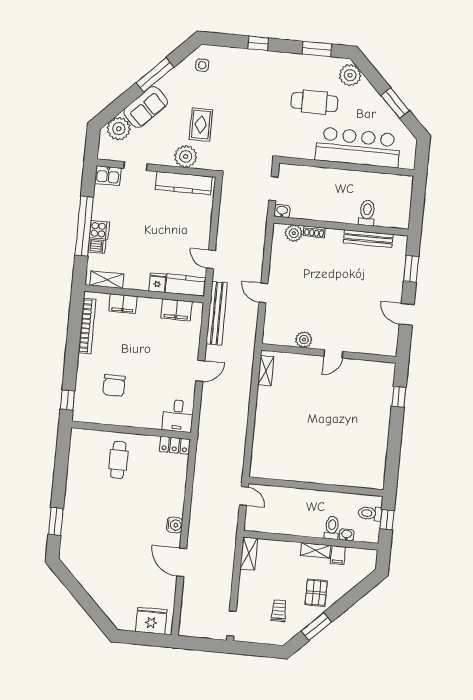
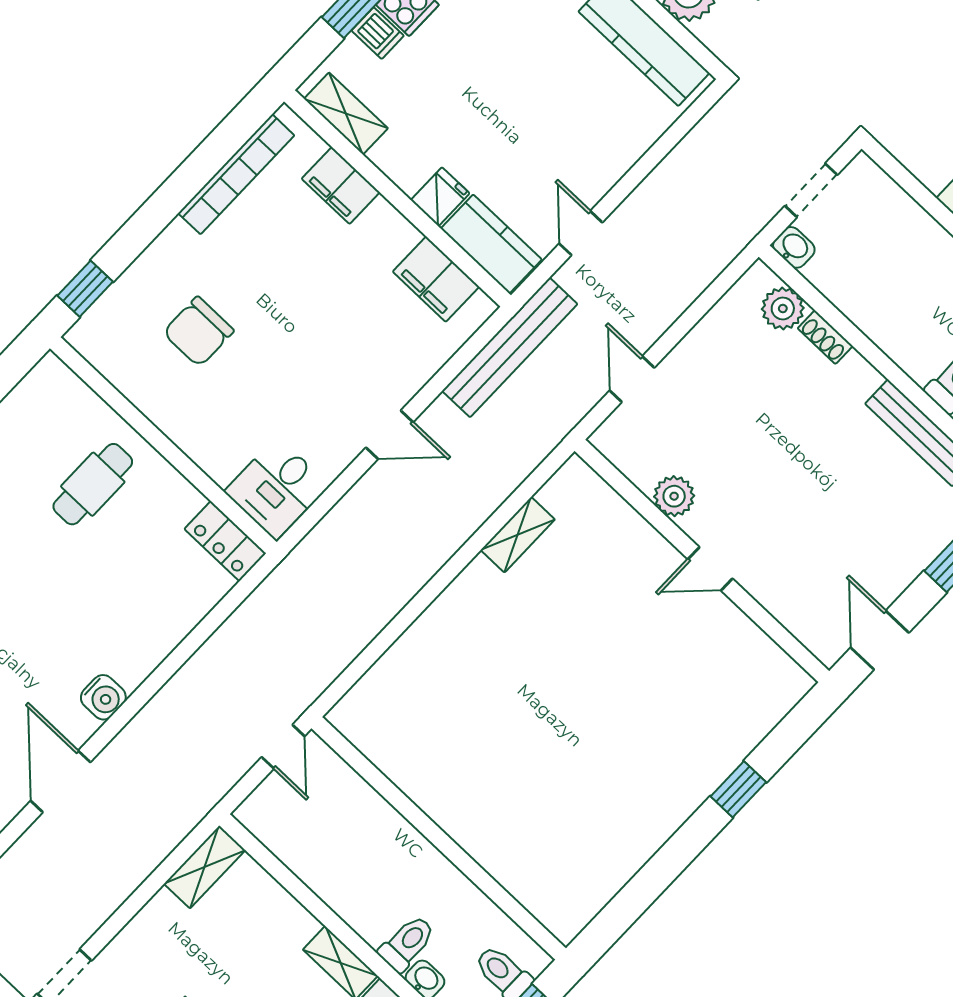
plant: (304, 340) -> (674, 496), moved
wall: (329, 353) -> (702, 561), moved
door: (333, 354) -> (710, 569), moved

